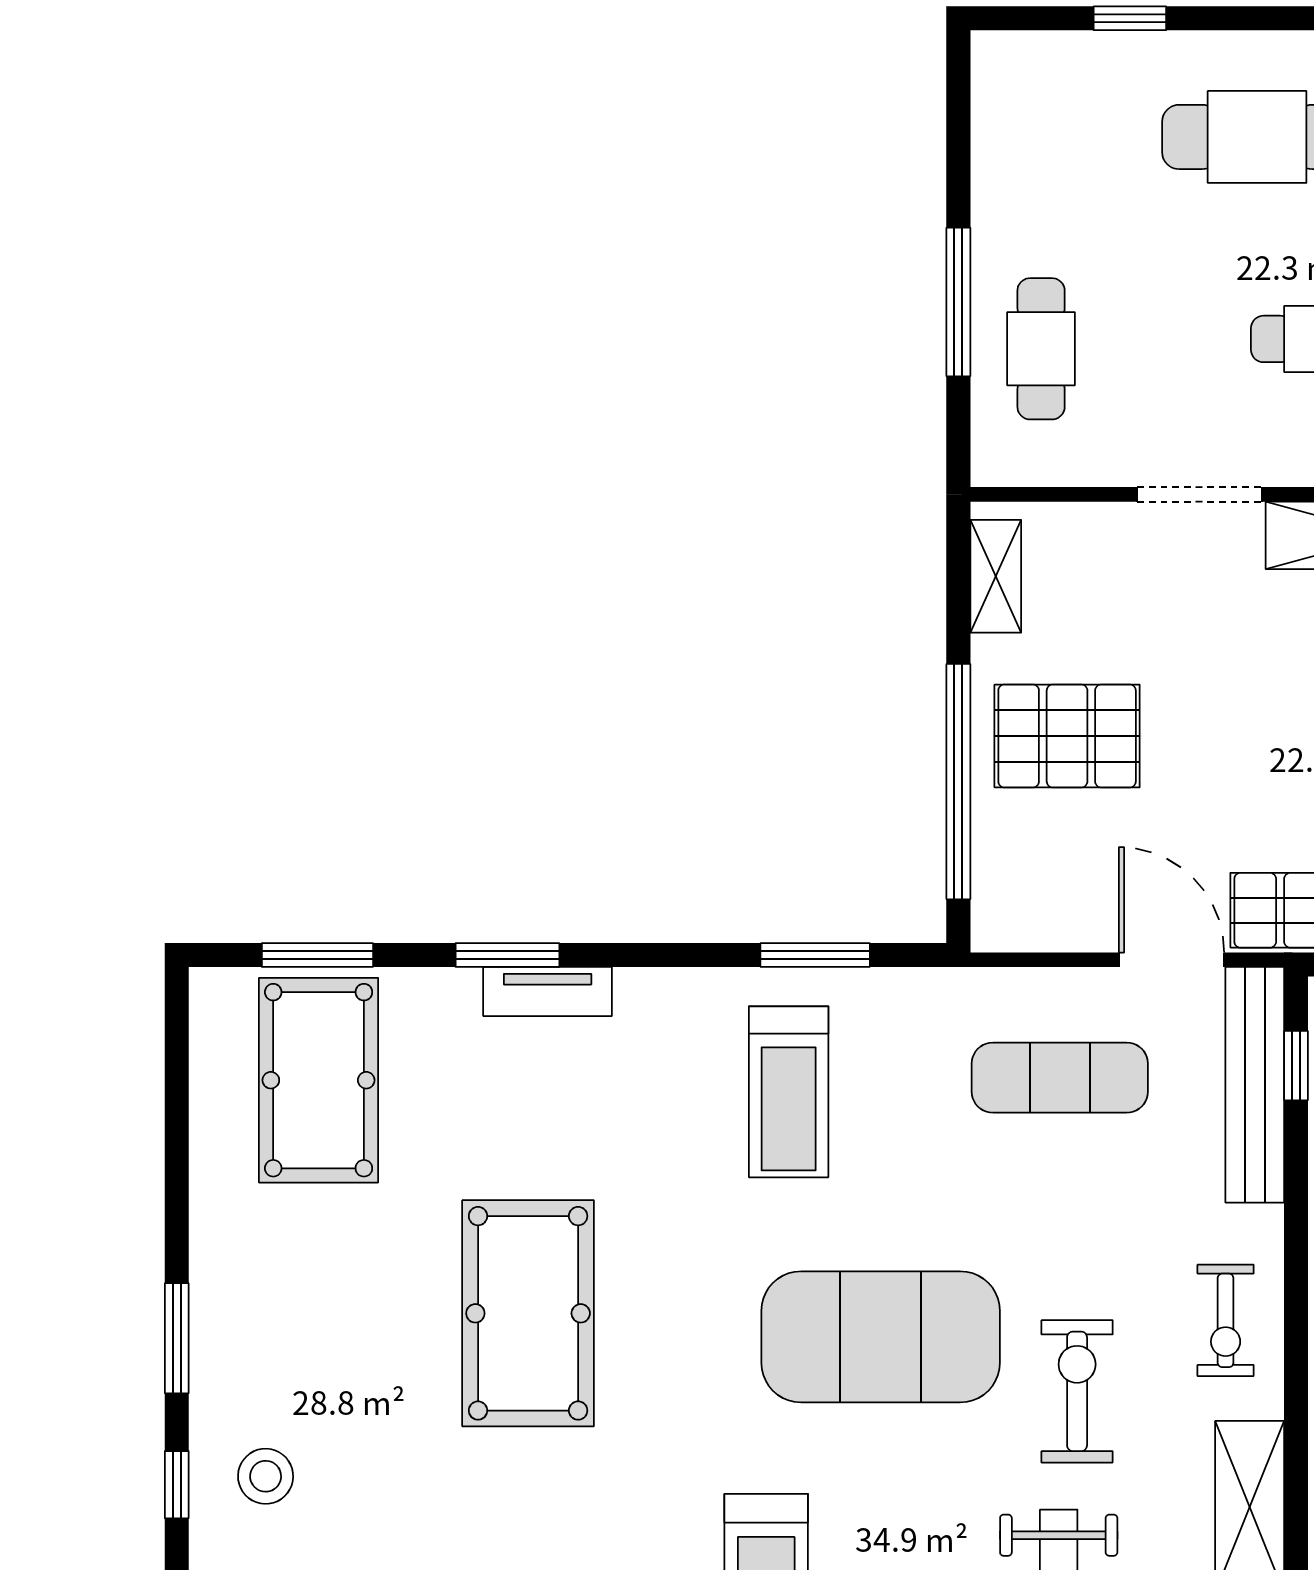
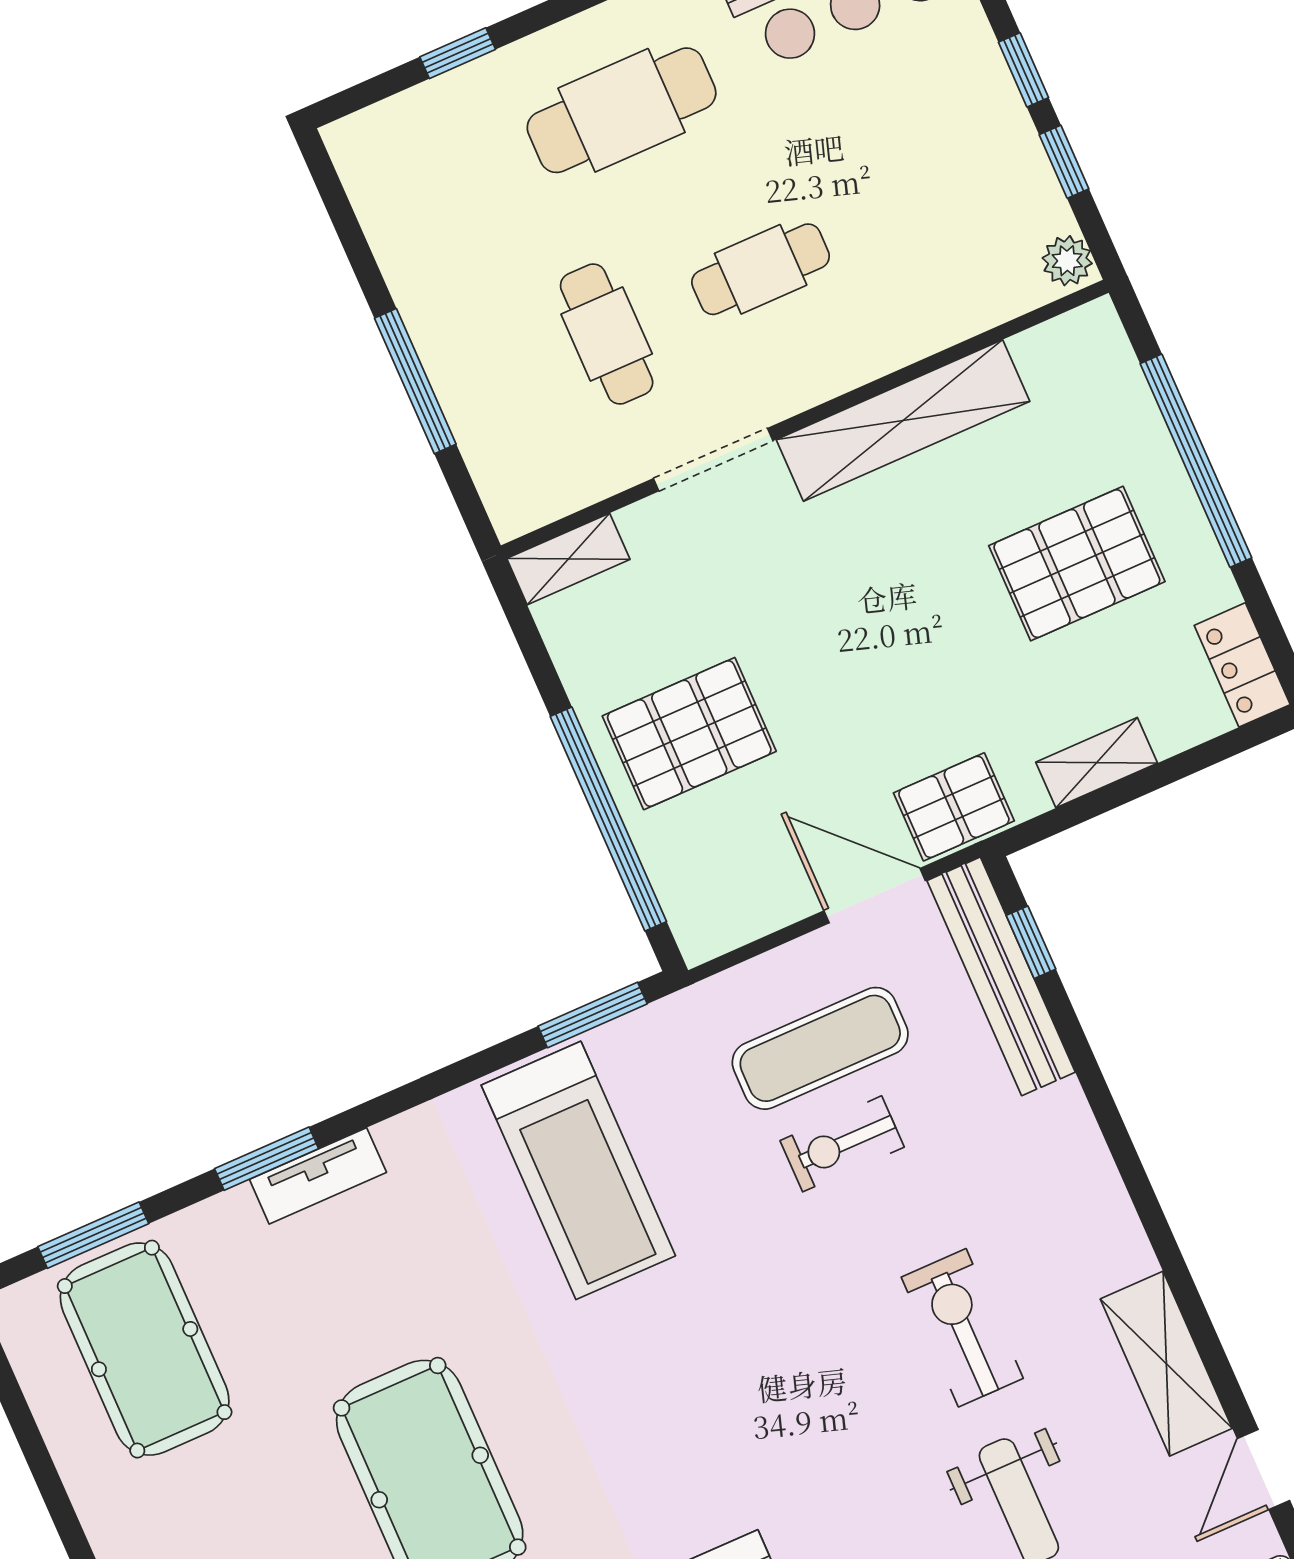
cafe table: (1041, 349) -> (607, 334), moved
shelving: (996, 576) -> (568, 559), moved, turned 90
window: (815, 955) -> (593, 1015), moved
treadmill: (789, 1092) -> (578, 1170), width x1.37, depth x1.38
exercise bike: (1226, 1320) -> (842, 1144), moved, turned 90
exercise mat: (881, 1337) -> (761, 1357), removed

